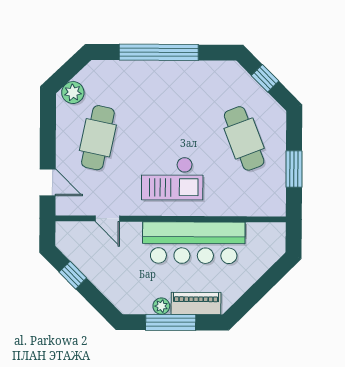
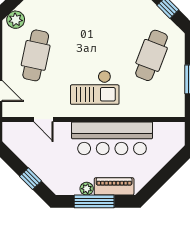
cafe table: (244, 138) -> (152, 55), turned 42
window: (73, 275) -> (30, 179), moved

